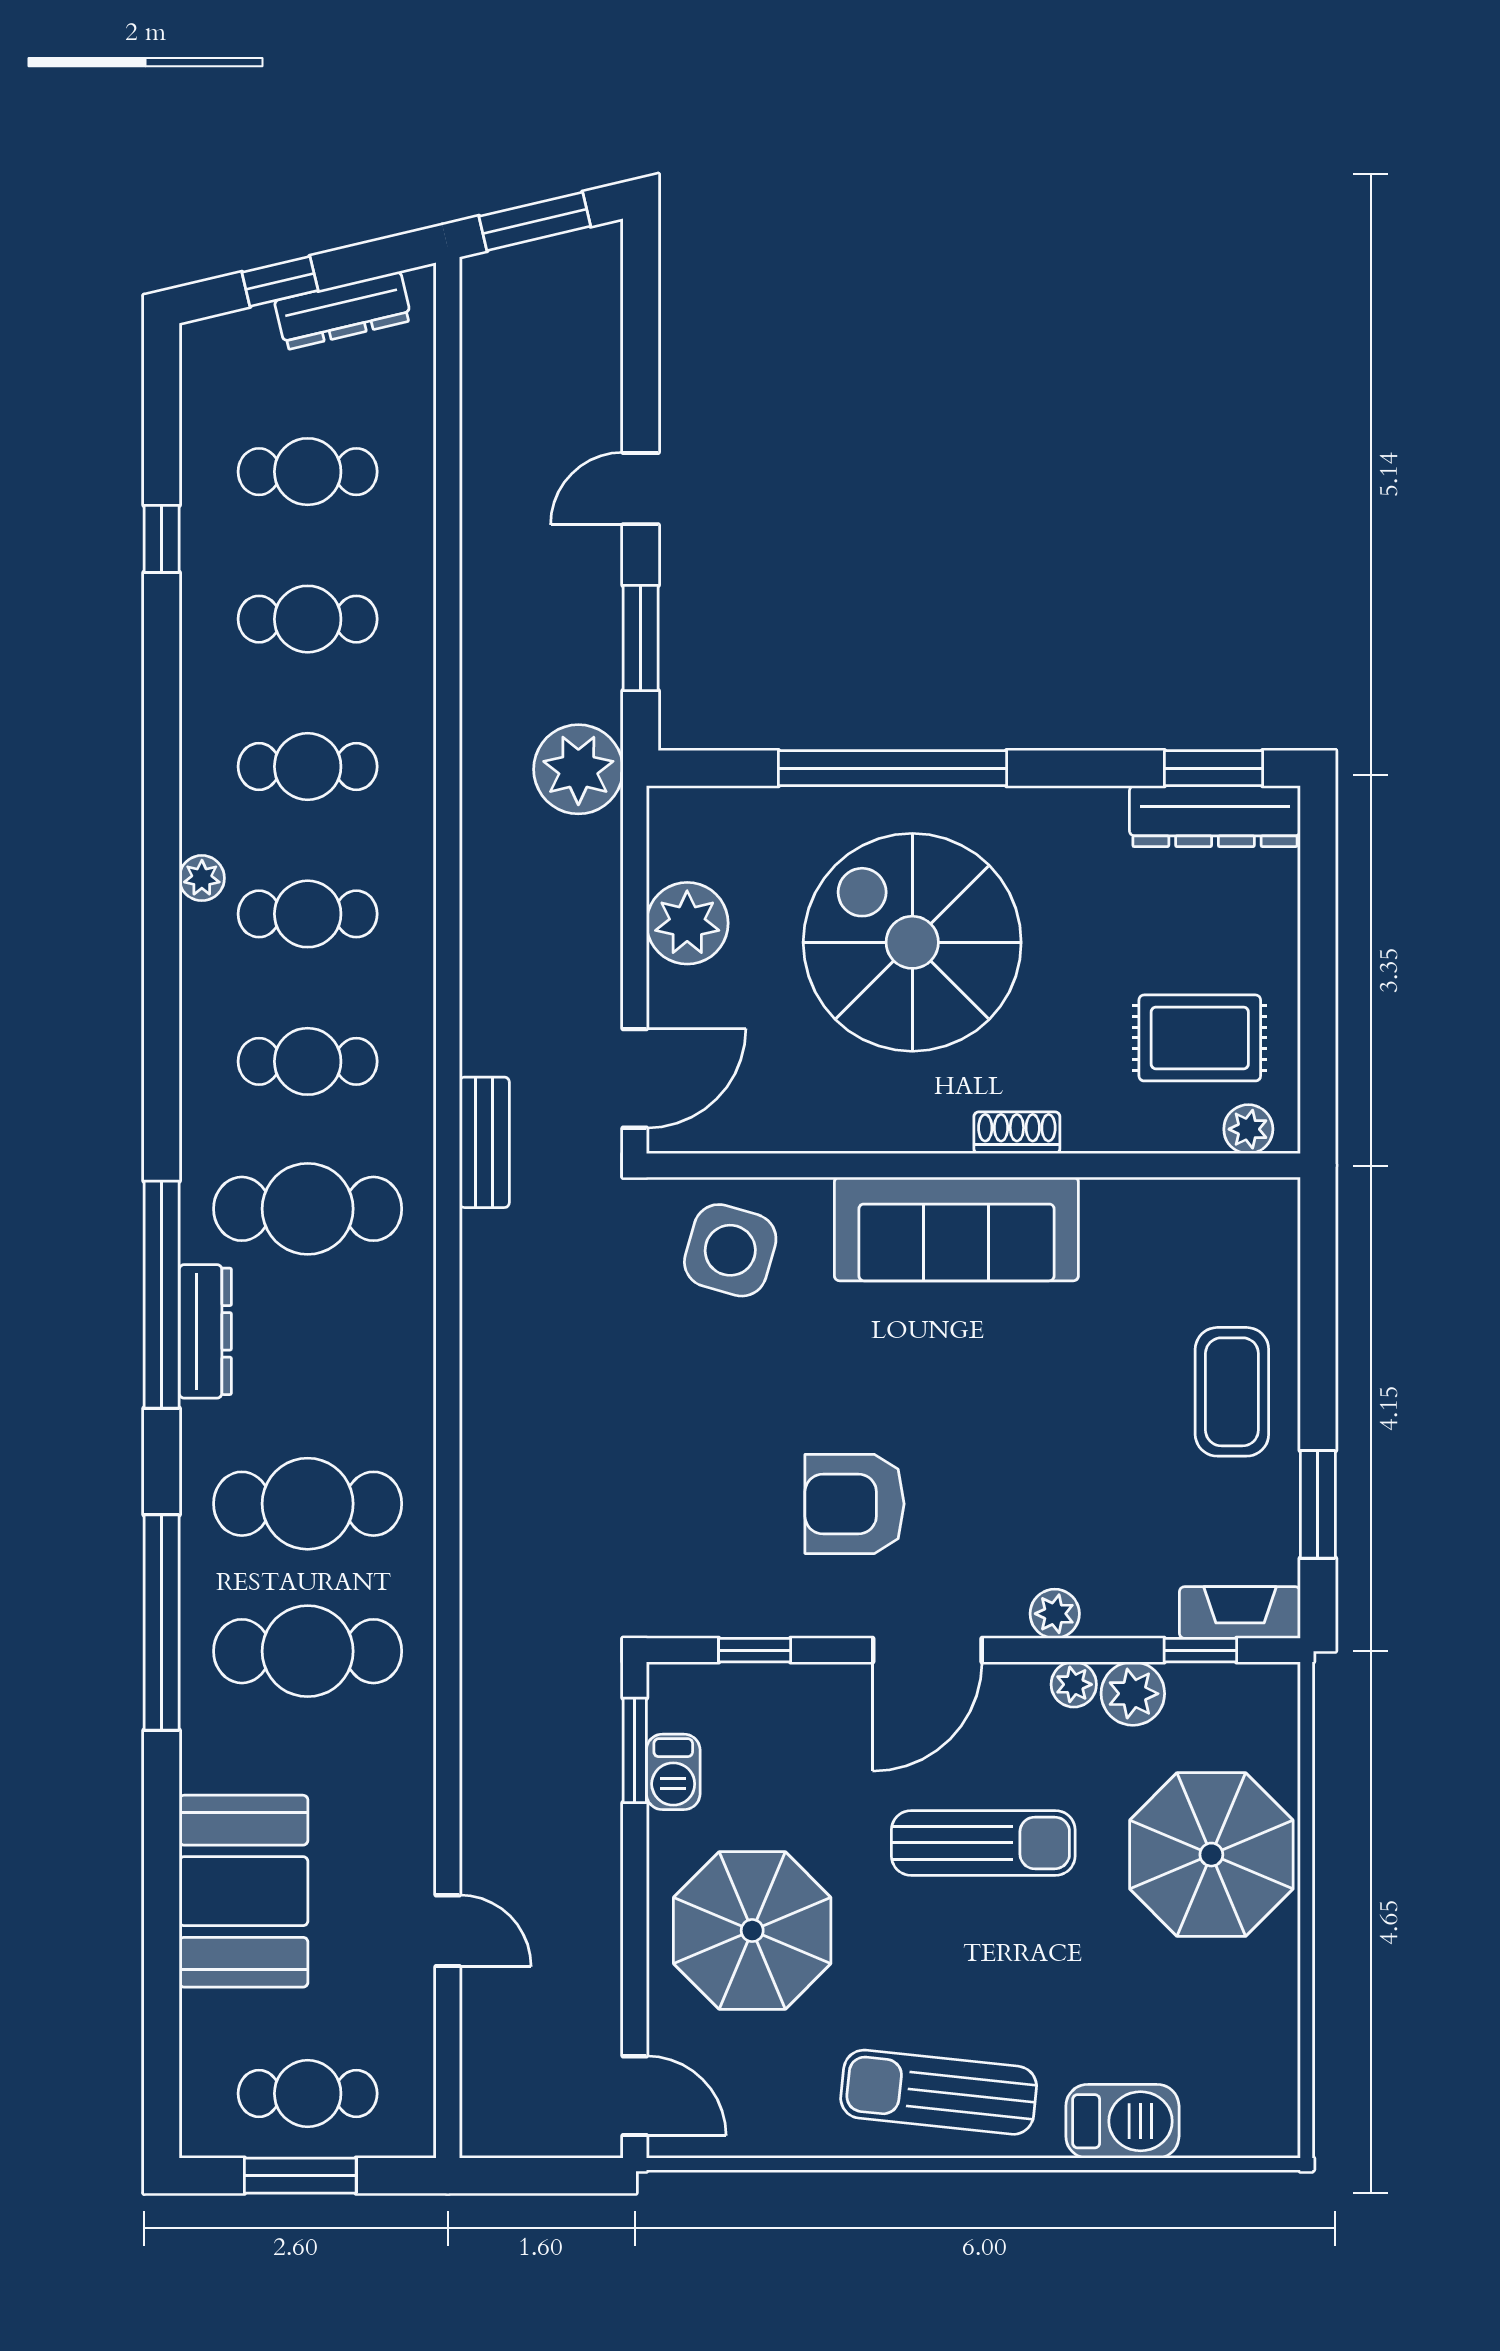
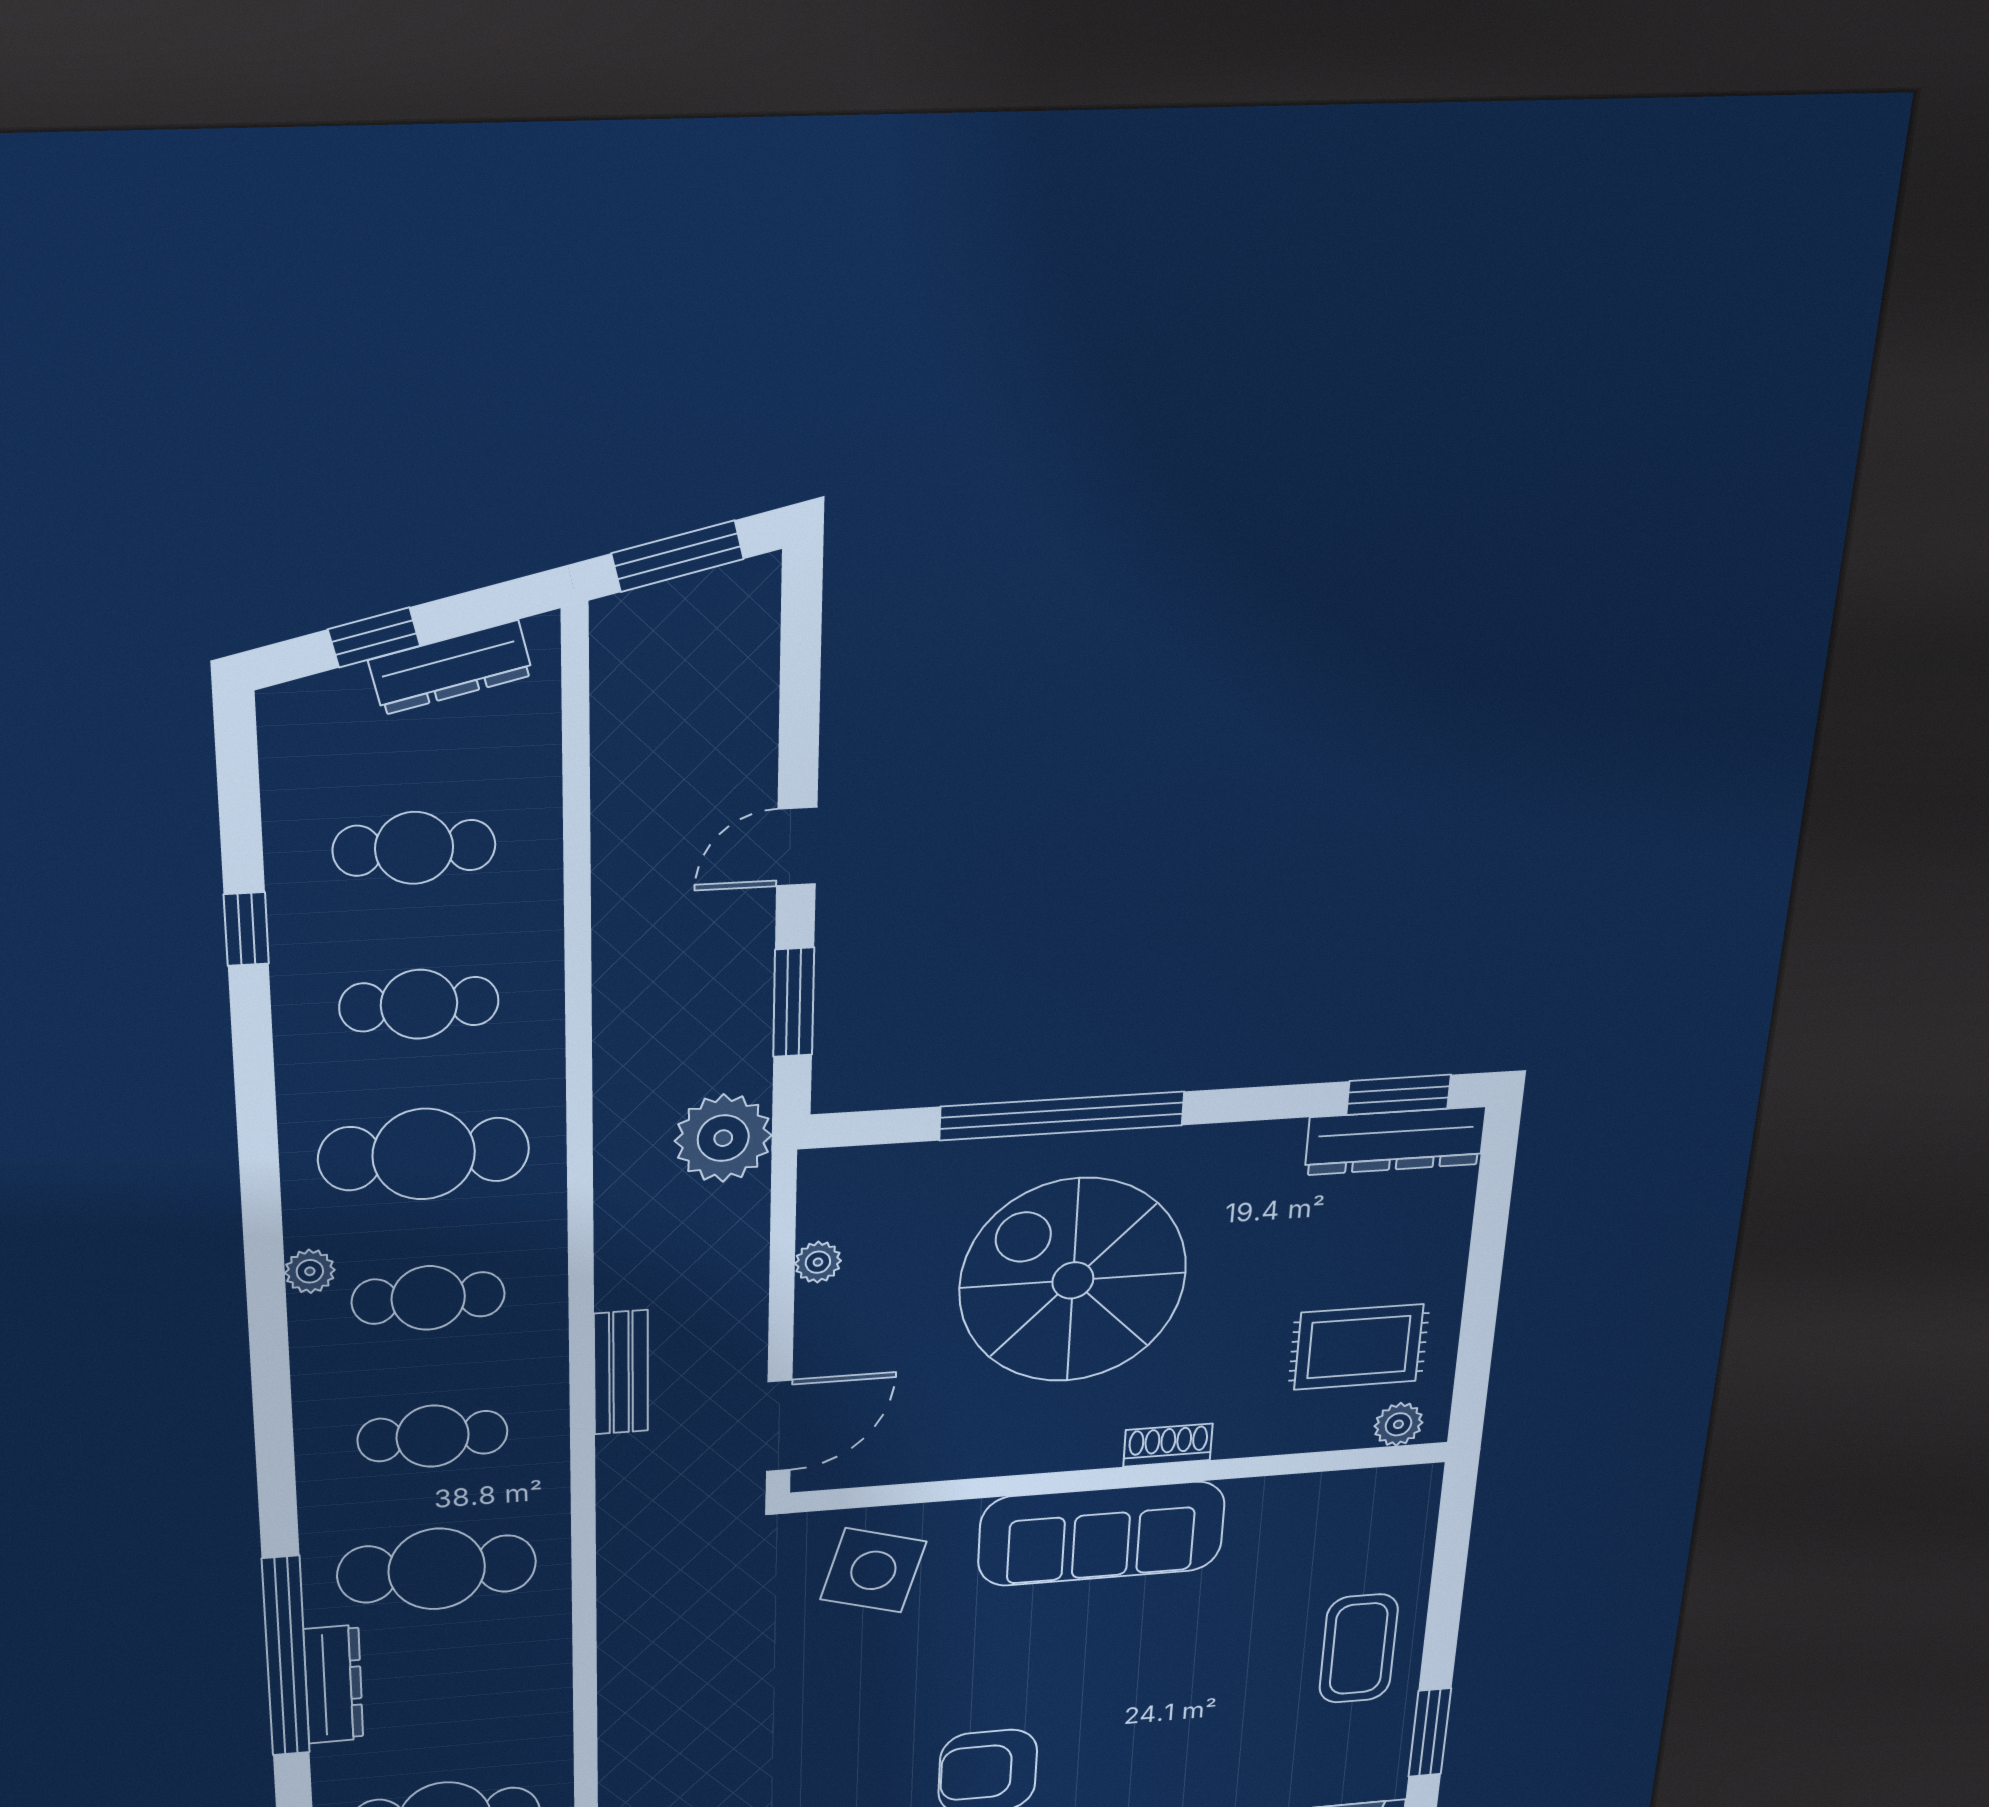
cafe table: (308, 767) -> (424, 1154), width x1.37, depth x1.35
plant: (687, 923) -> (818, 1262), width x0.53, depth x0.53
bench: (484, 1142) -> (621, 1372), moved

